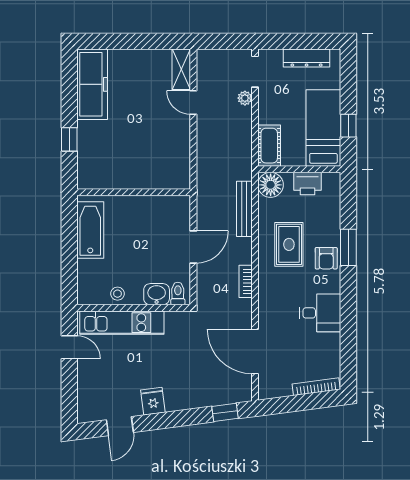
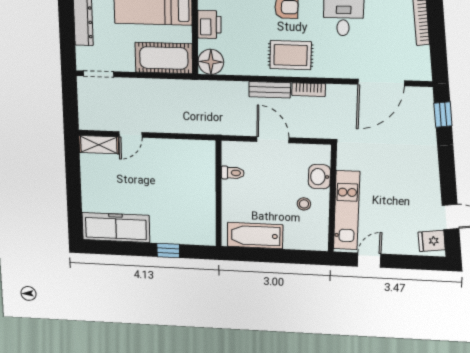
plant: (245, 98) -> (125, 85), removed
cot: (269, 146) -> (164, 58), width x1.37, depth x1.34
bench: (244, 209) -> (270, 90), moved, width x0.73
rug: (289, 244) -> (291, 55), moved
stool: (117, 294) -> (304, 204), moved
toilet: (178, 294) -> (233, 173), moved, turned 180
fridge: (153, 401) -> (432, 241), moved

